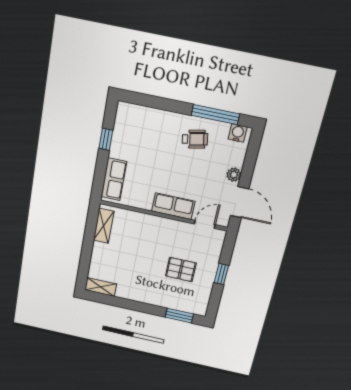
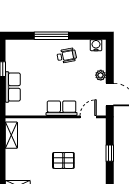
window: (215, 115) -> (51, 36), moved
row of seats: (114, 179) -> (13, 87), moved
pallet: (181, 270) -> (63, 160), moved

